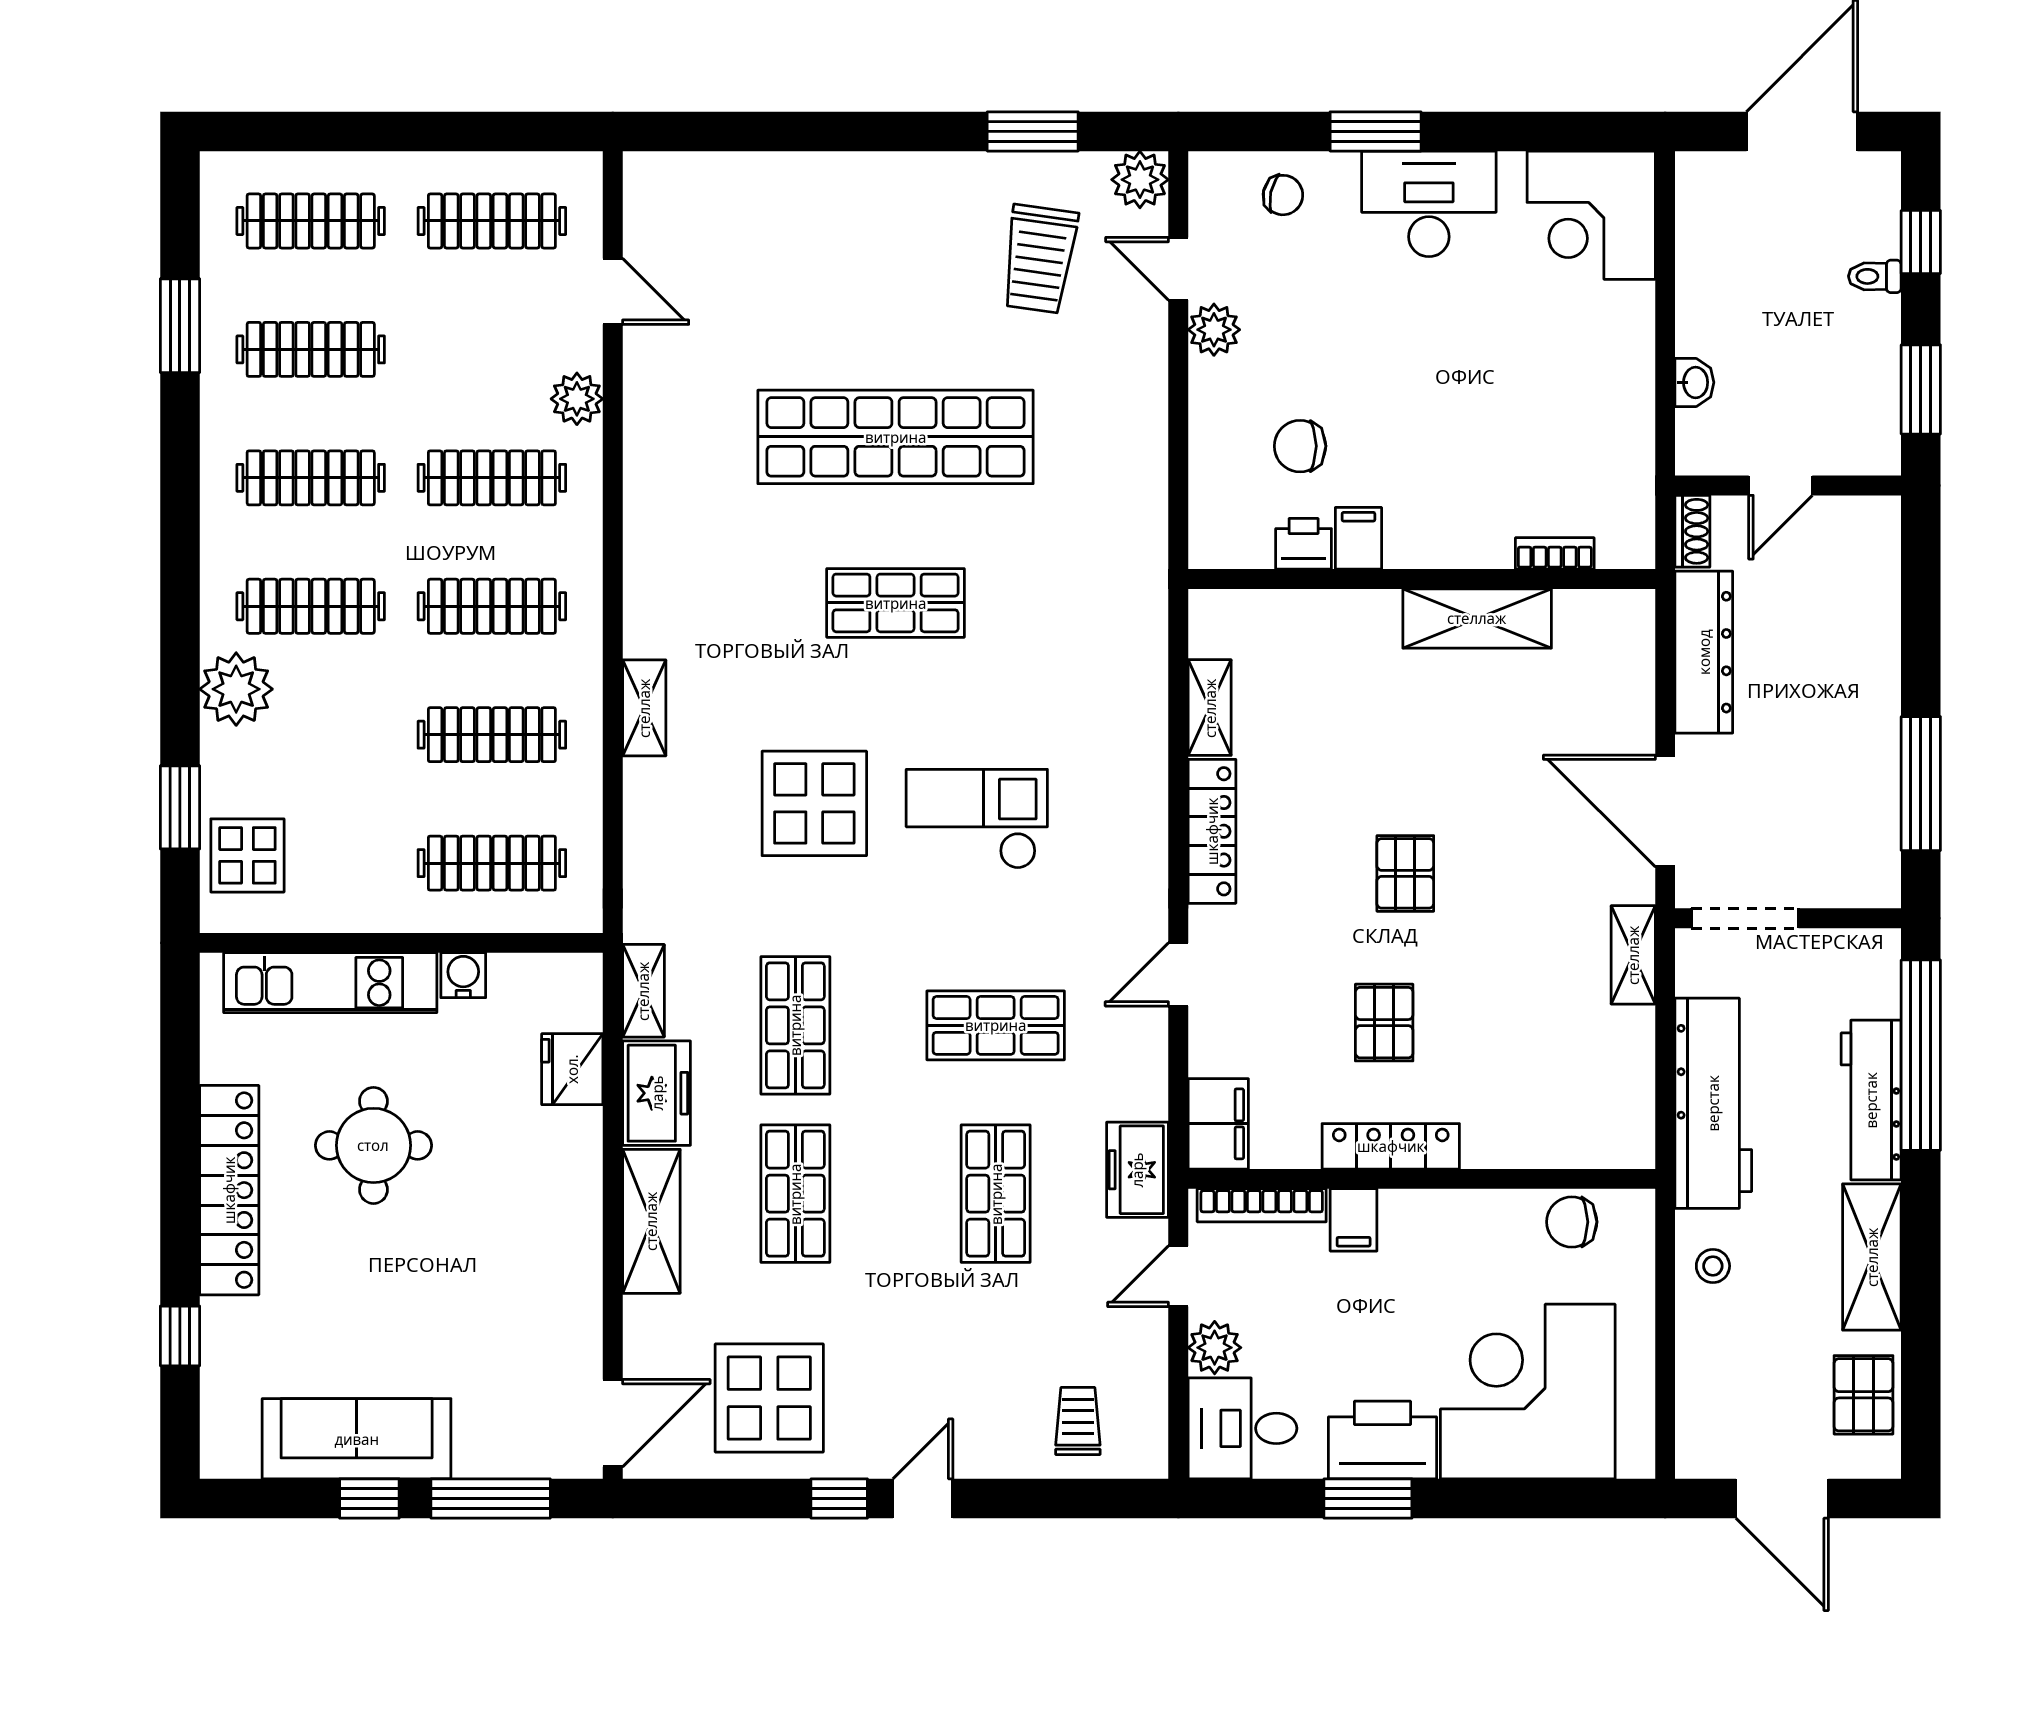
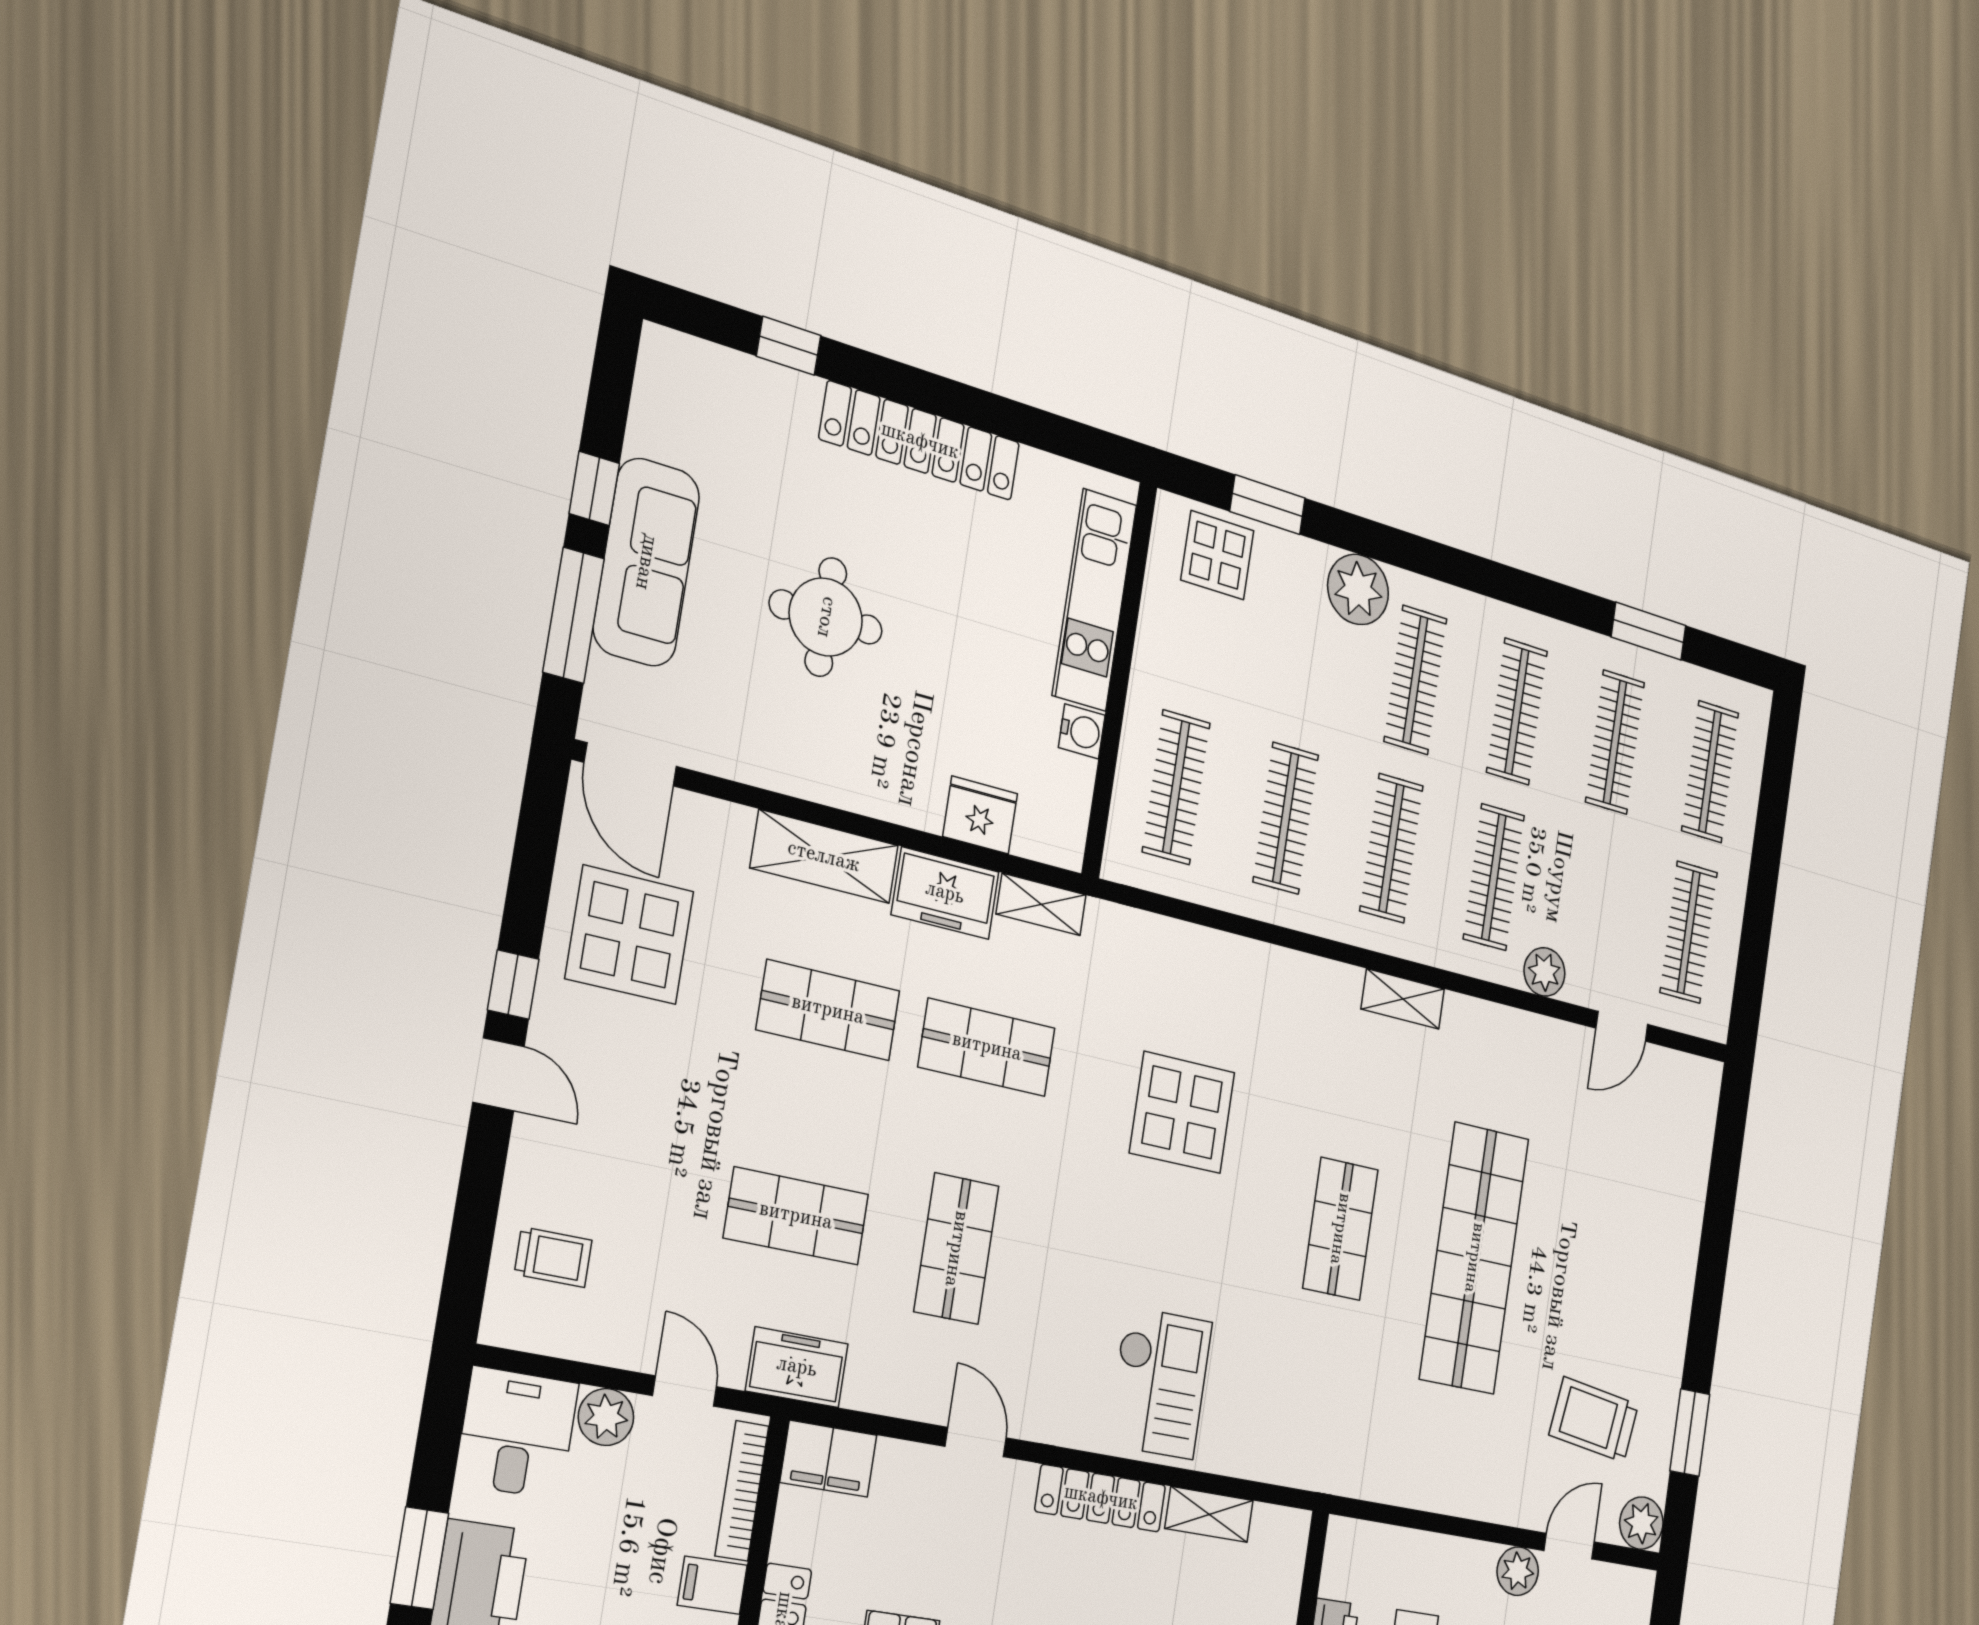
shelving: (644, 708) -> (1403, 999), moved
checkout: (977, 819) -> (1159, 1383), moved
round table: (373, 1145) -> (826, 617), moved
sofa: (357, 1439) -> (646, 562), moved

